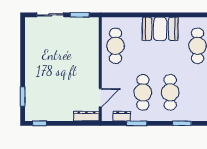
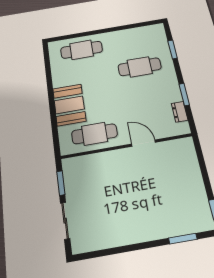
booth: (160, 29) -> (69, 105), moved
cafe table: (143, 92) -> (146, 94), removed
door: (100, 98) -> (143, 143), moved
dresser: (86, 116) -> (190, 152), removed

